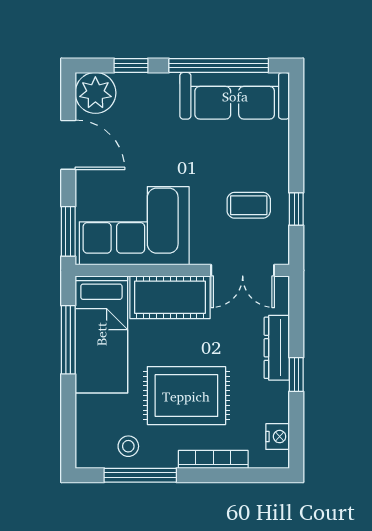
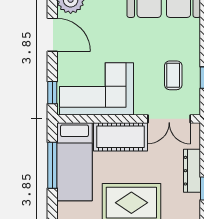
coffee table: (249, 205) -> (173, 75), turned 90
window: (68, 231) -> (52, 93), width x0.67

